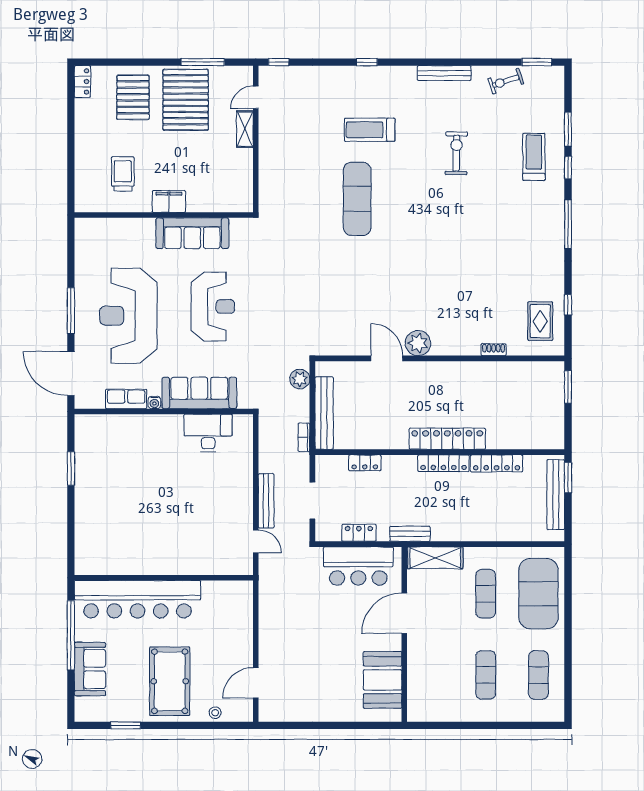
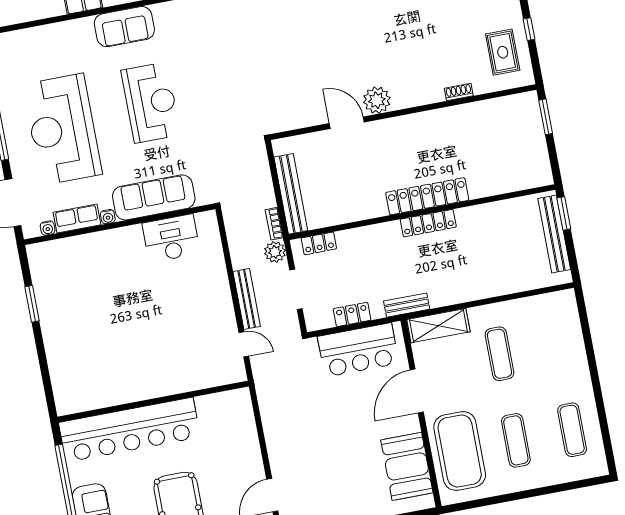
sofa: (192, 233) -> (124, 27), width x0.73
plant: (300, 379) -> (275, 252), moved
water cooler: (98, 403) -> (48, 228), added
locker: (365, 463) -> (319, 243), moved
locker: (497, 463) -> (485, 213), removed
exercise mat: (538, 594) -> (460, 451), moved

